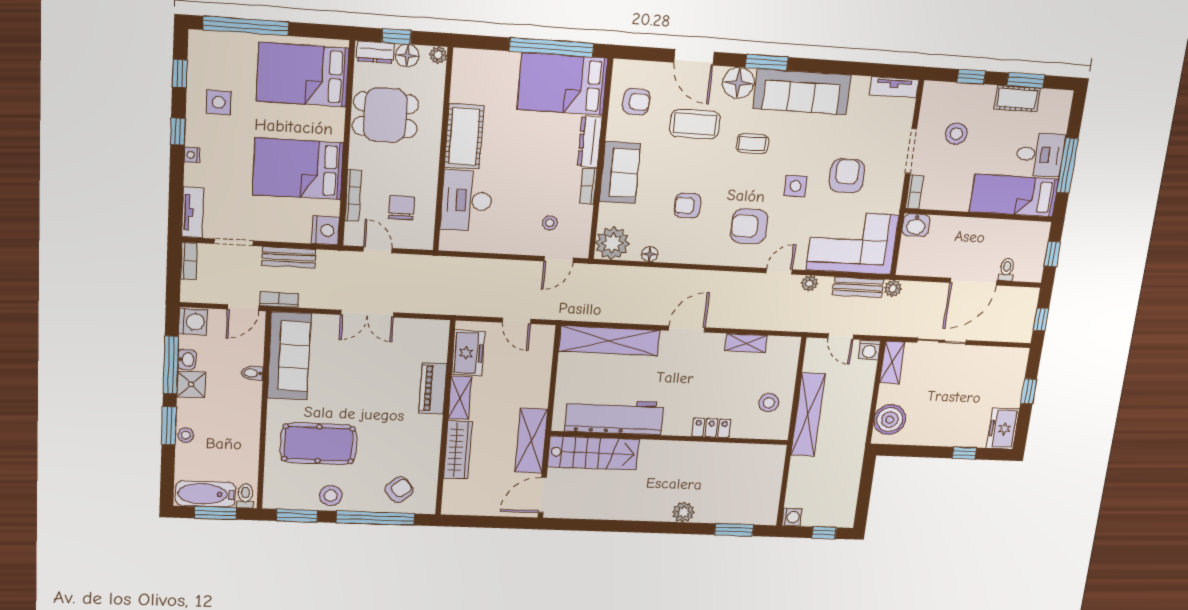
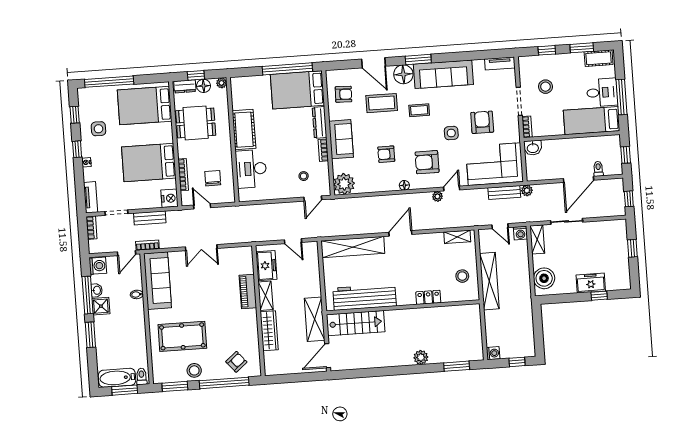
cot: (1017, 99) -> (599, 58), moved
floor lamp: (650, 254) -> (404, 185), moved
plant: (809, 283) -> (437, 196), moved
shelving: (746, 343) -> (457, 237), moved
freezer: (1003, 429) -> (591, 283), moved, turned 90
stool: (186, 435) -> (101, 340), removed

